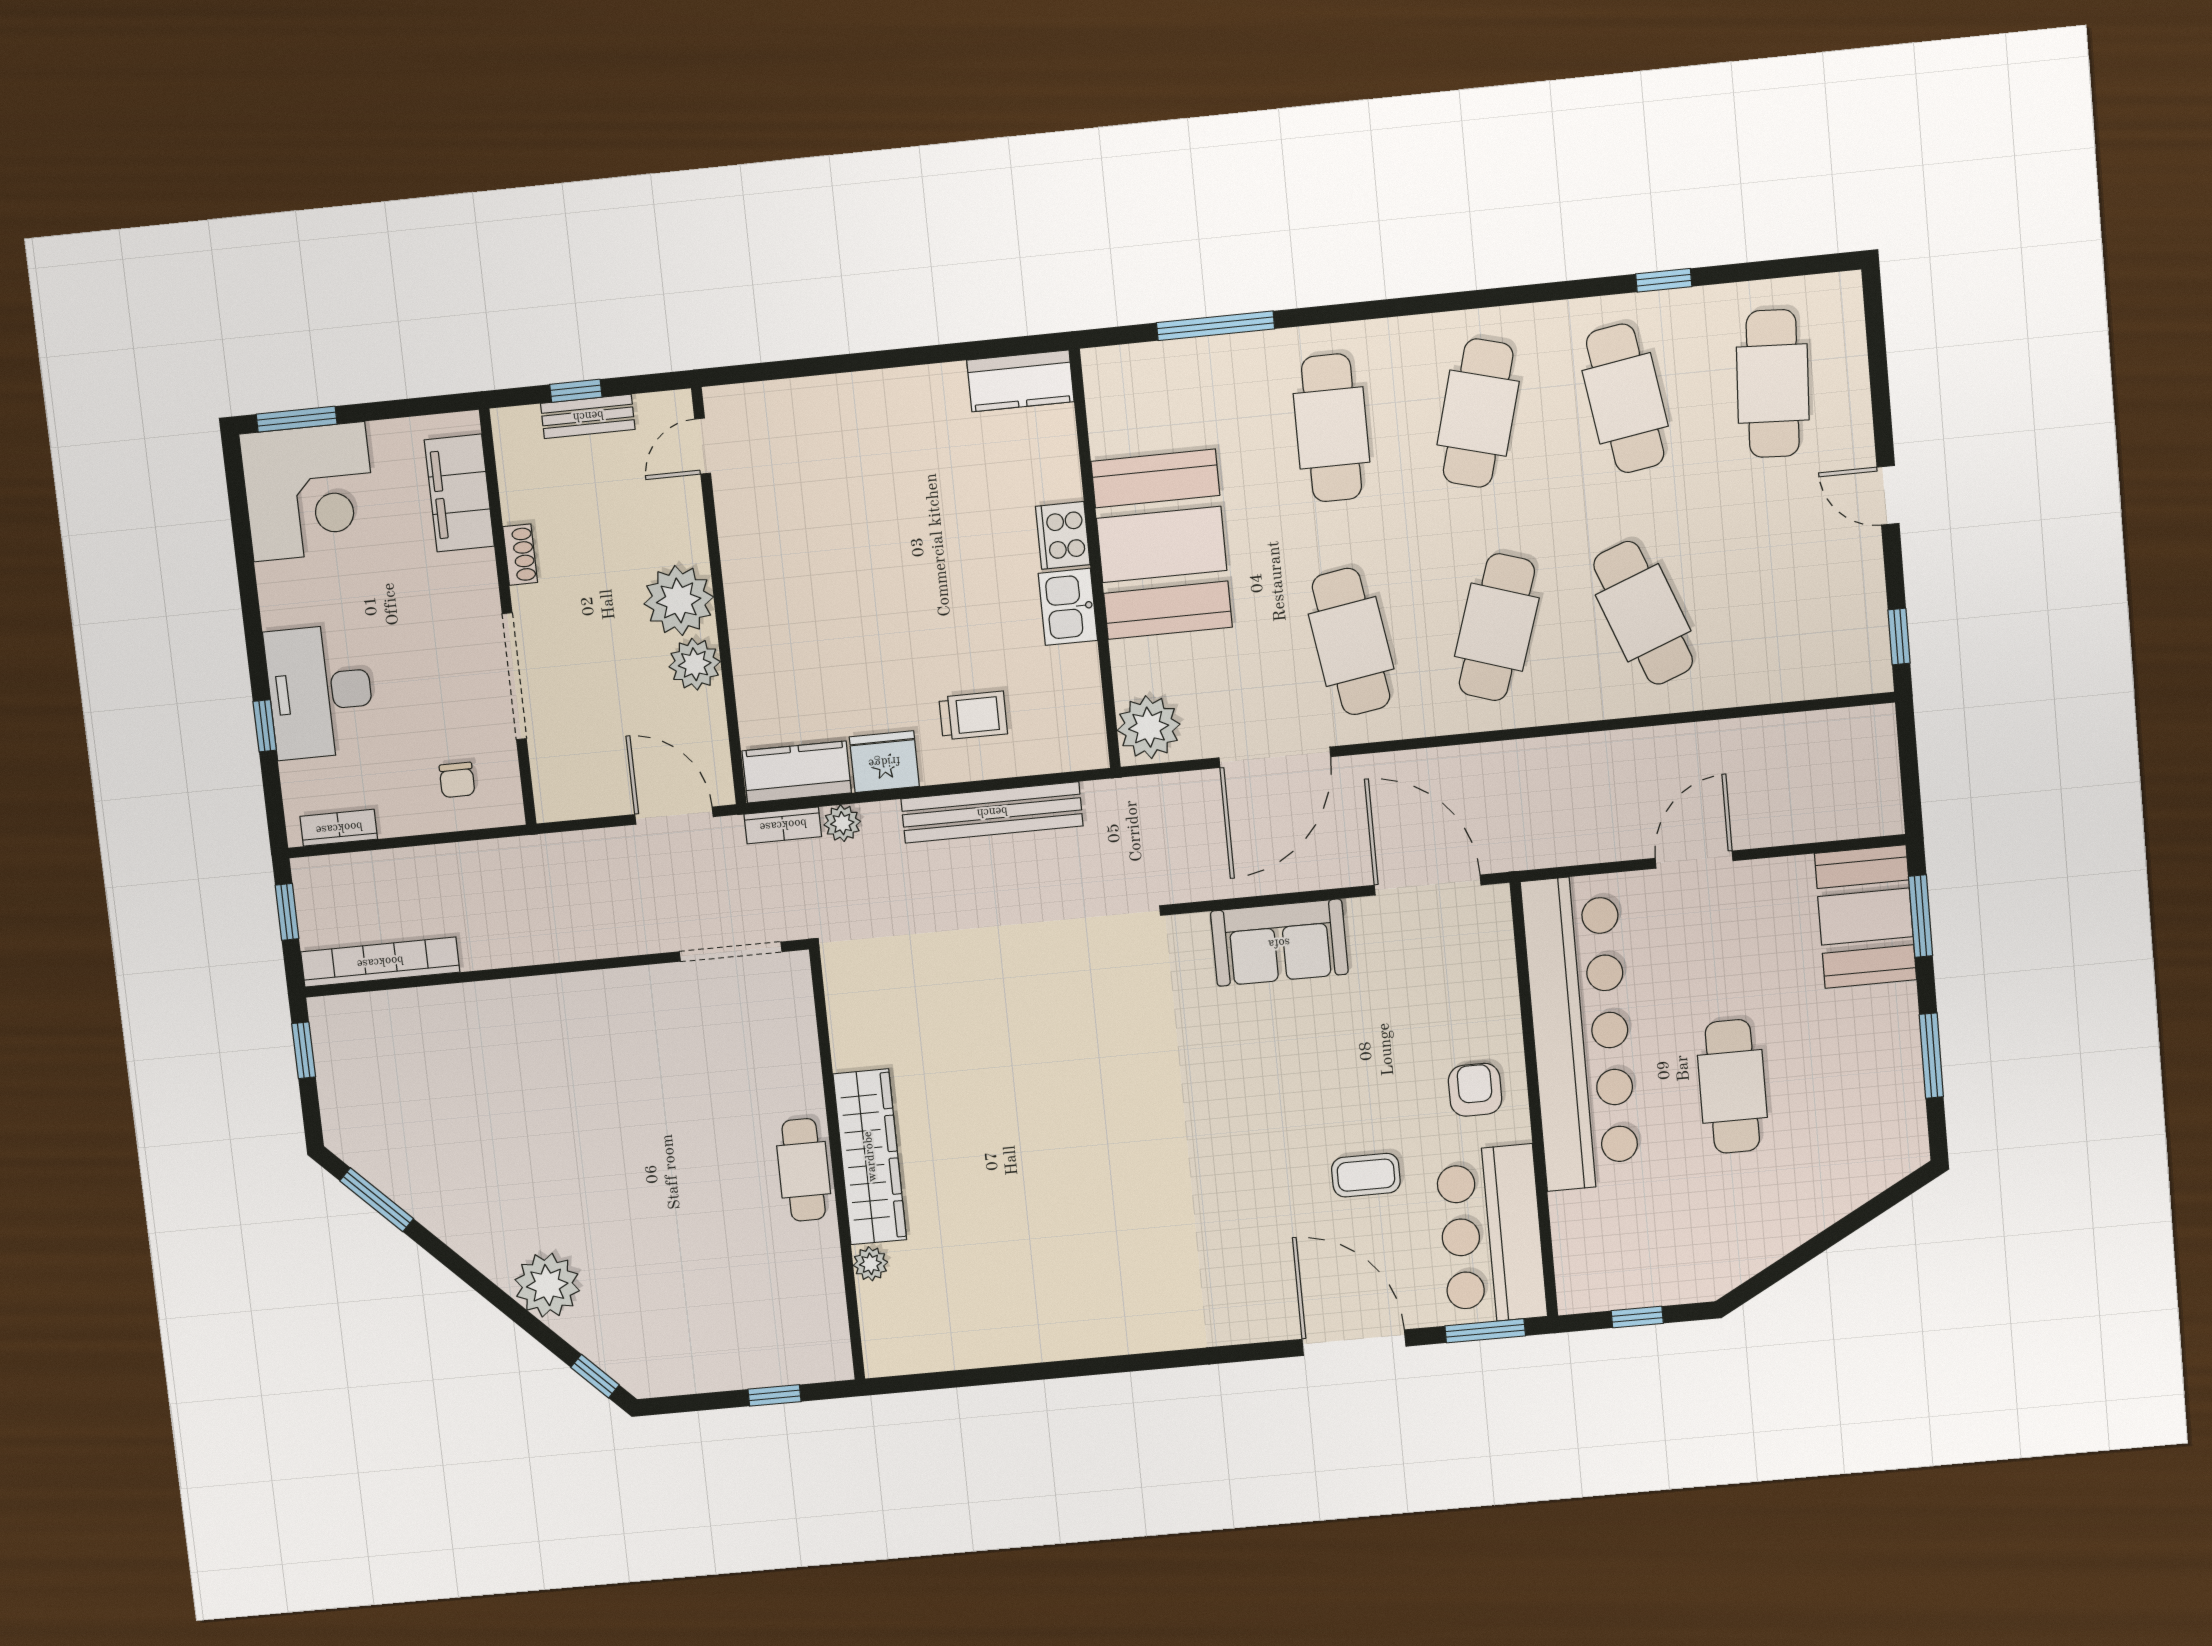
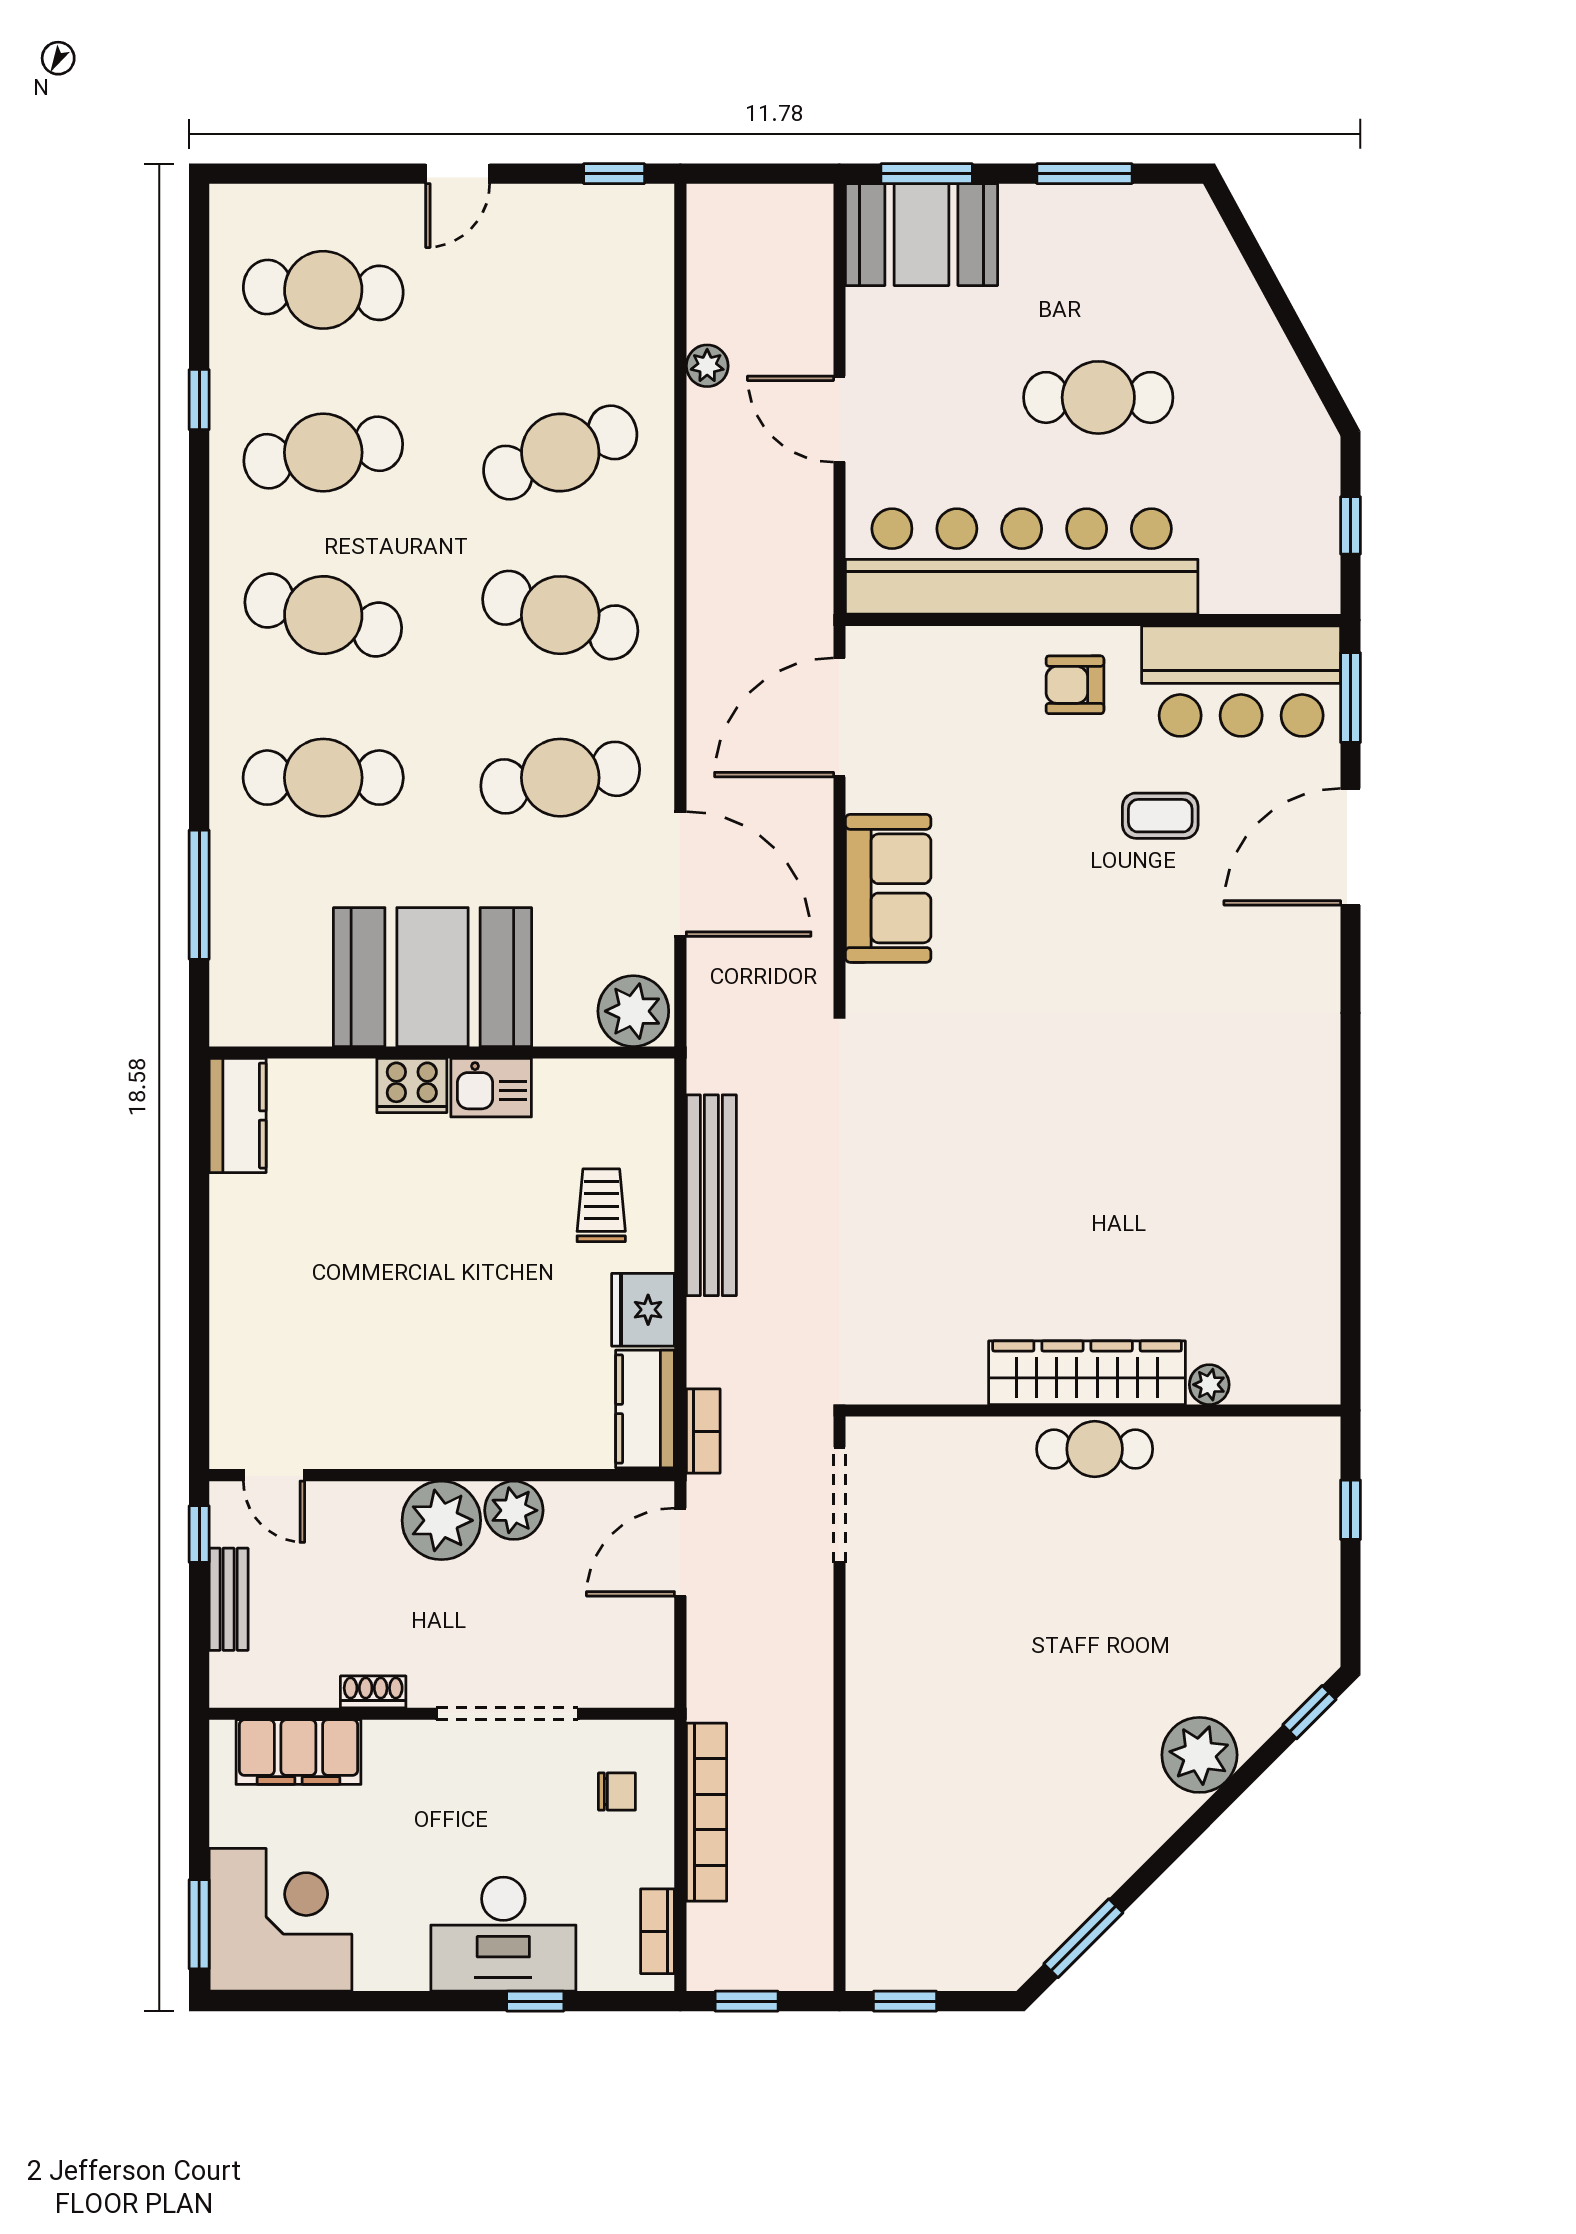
window: (576, 391) -> (199, 1534), moved
plant: (842, 823) -> (707, 366), moved
bookcase: (380, 962) -> (707, 1812), moved, turned 180
coffee table: (1366, 1175) -> (1160, 816), turned 90

